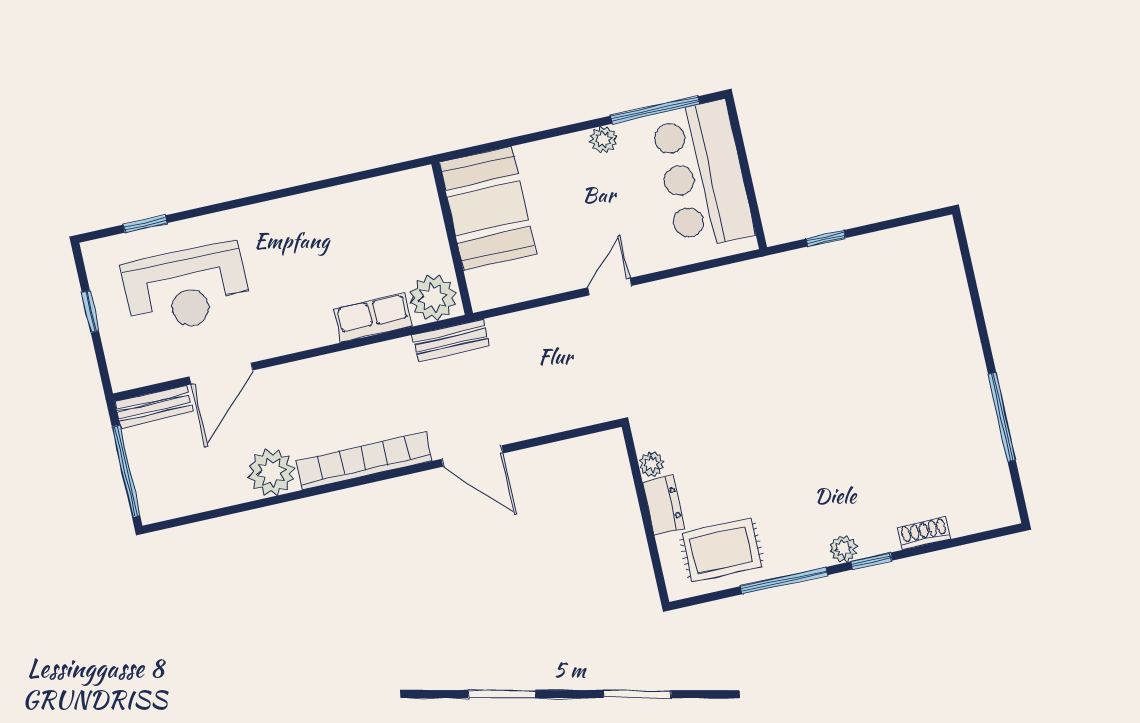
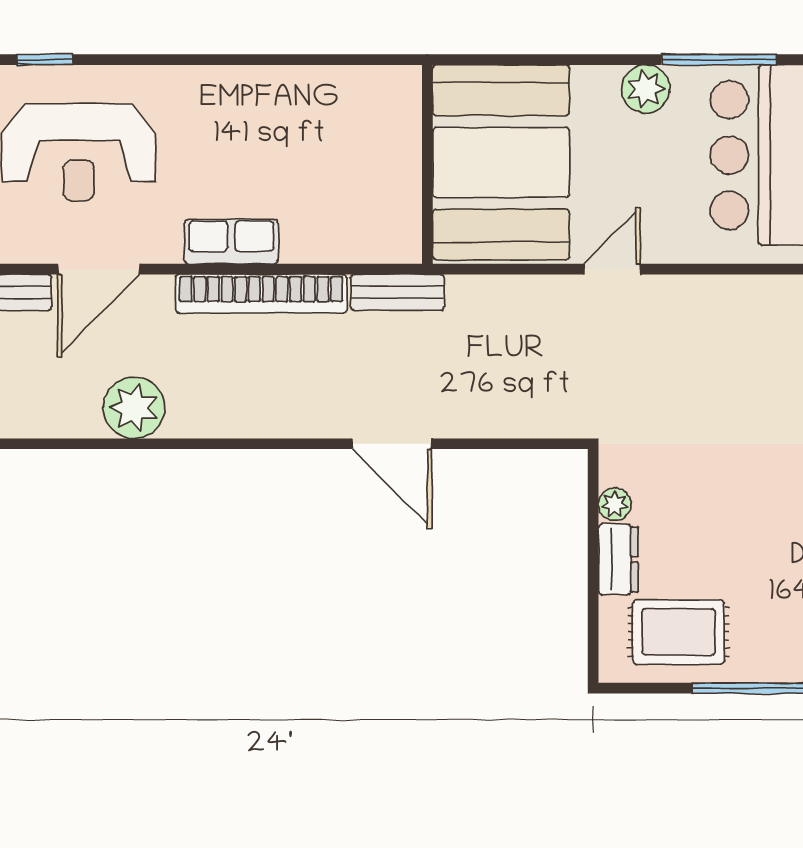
plant: (604, 140) -> (646, 89), width x1.38, depth x1.38
booth: (488, 208) -> (501, 162), width x1.36, depth x1.42
plant: (433, 298) -> (386, 233), removed
row of seats: (373, 318) -> (231, 242), moved
bookcase: (364, 461) -> (261, 294), moved, turned 180

